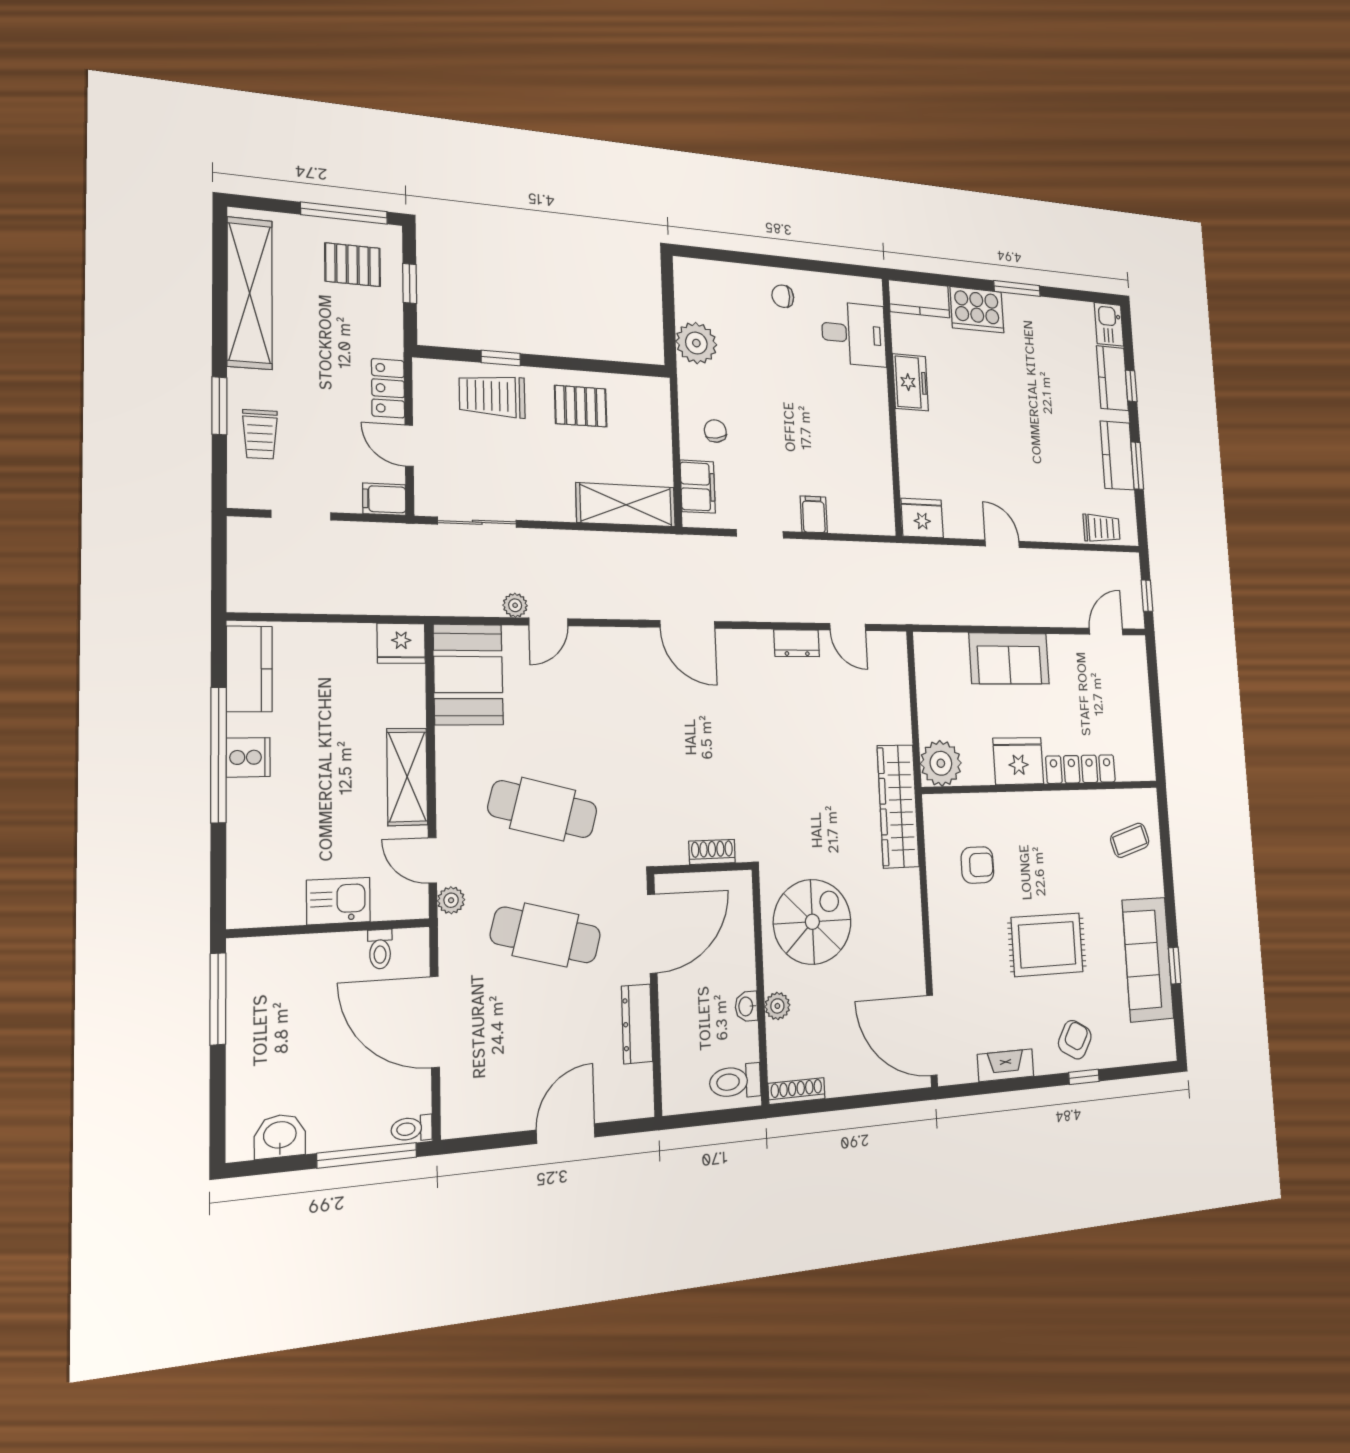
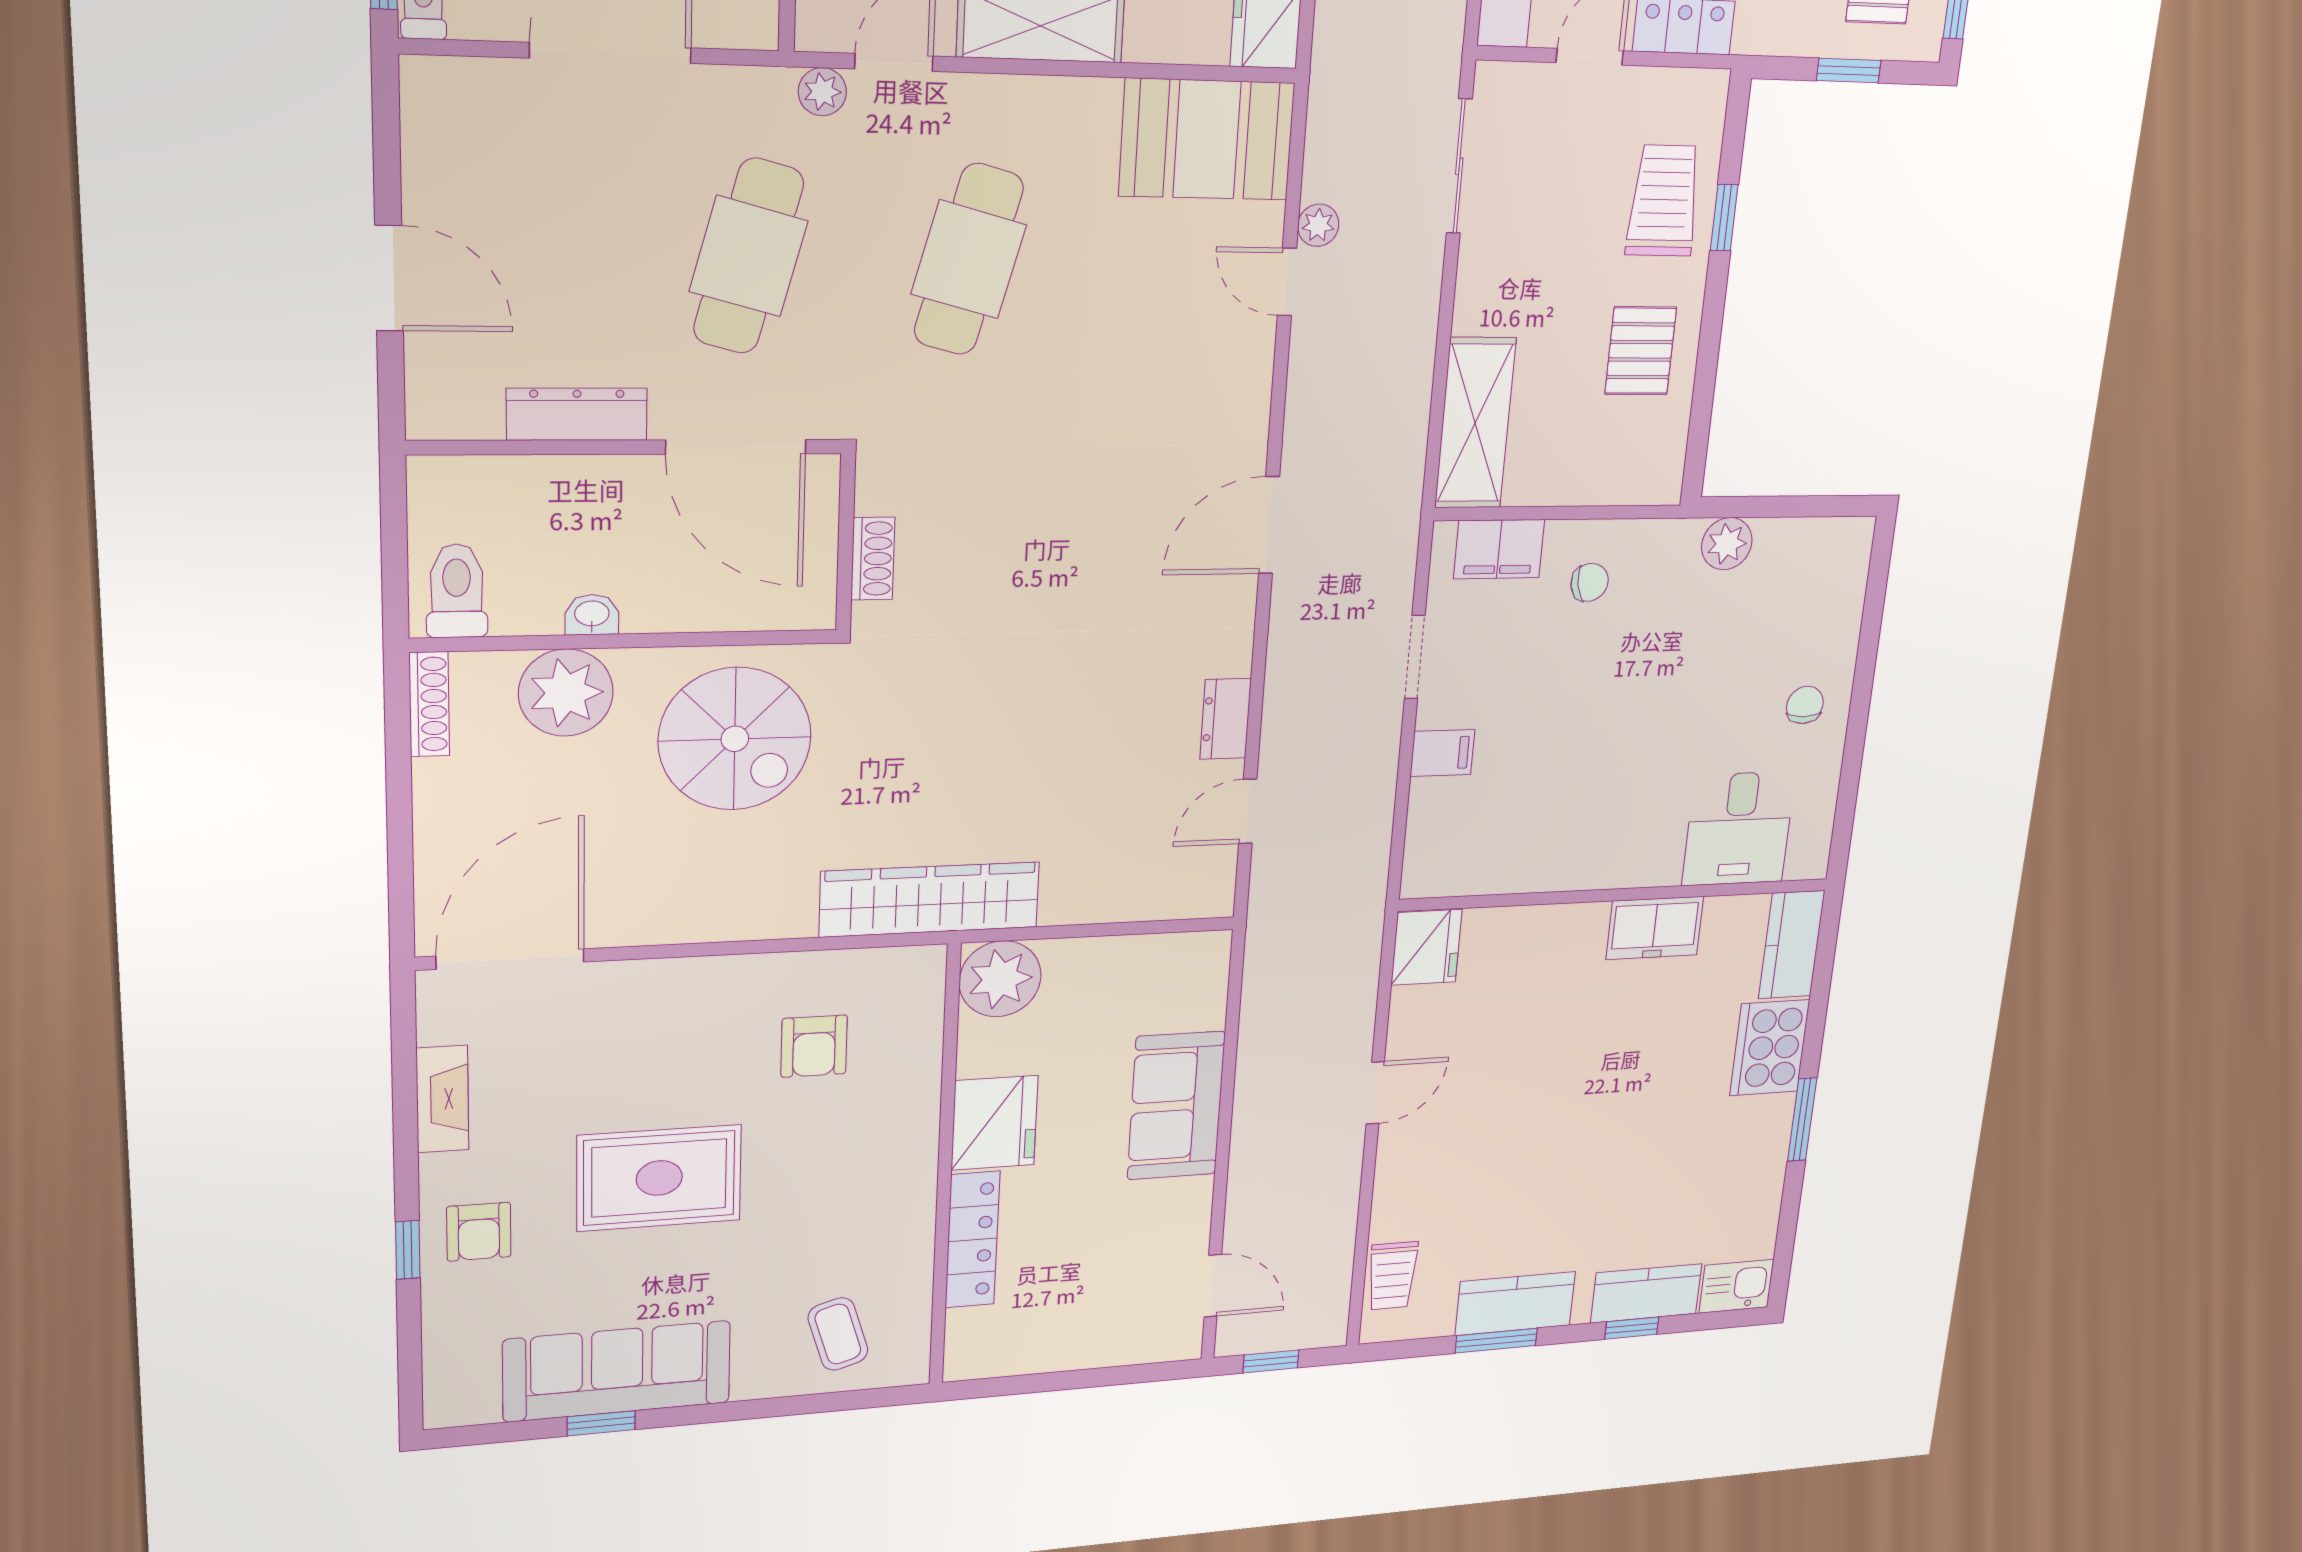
plant: (696, 343) -> (1727, 544), width x0.73, depth x0.73
rug: (1047, 945) -> (659, 1178), turned 90
plant: (777, 1006) -> (566, 693), width x1.87, depth x1.87
armchair: (1075, 1040) -> (479, 1232), turned 60

